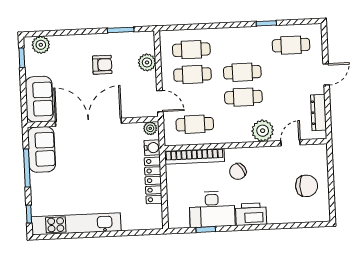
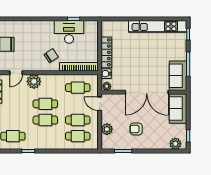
printer: (251, 214) -> (44, 28), removed

